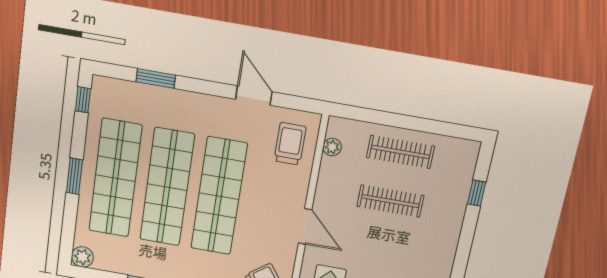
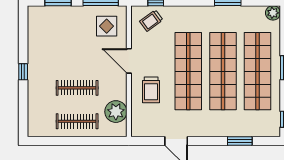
trolley: (290, 144) -> (151, 90), moved
plant: (332, 147) -> (116, 112), width x1.87, depth x1.87
window: (477, 193) -> (23, 72), moved

